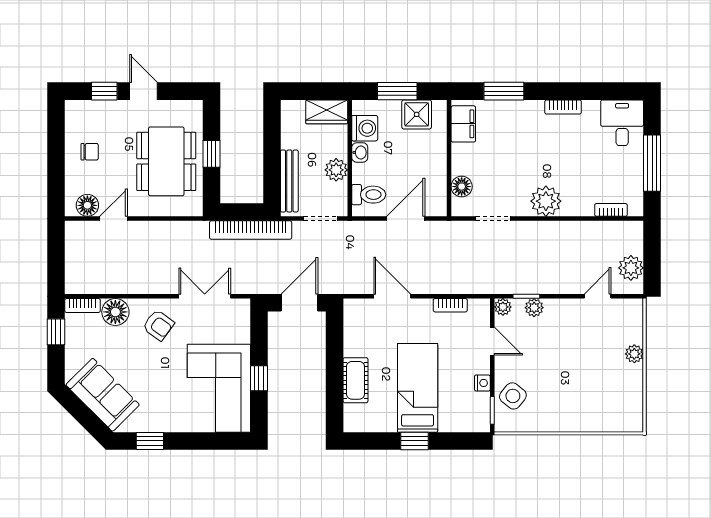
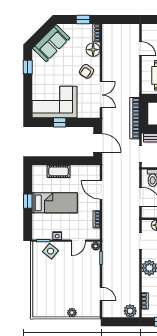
floor lamp: (87, 205) -> (147, 35), removed
plant: (631, 268) -> (130, 311), moved
door: (392, 296) -> (101, 190), swing flipped
plant: (534, 308) -> (95, 262), removed

